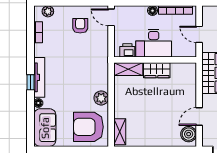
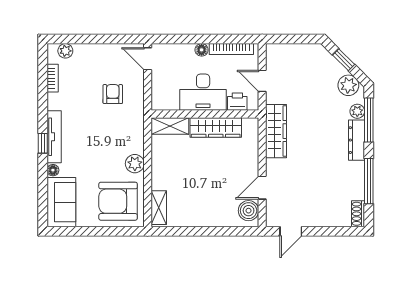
armchair: (80, 26) -> (113, 94), moved
printer: (127, 50) -> (237, 102), moved
wardrobe: (157, 70) -> (216, 127), width x1.50

